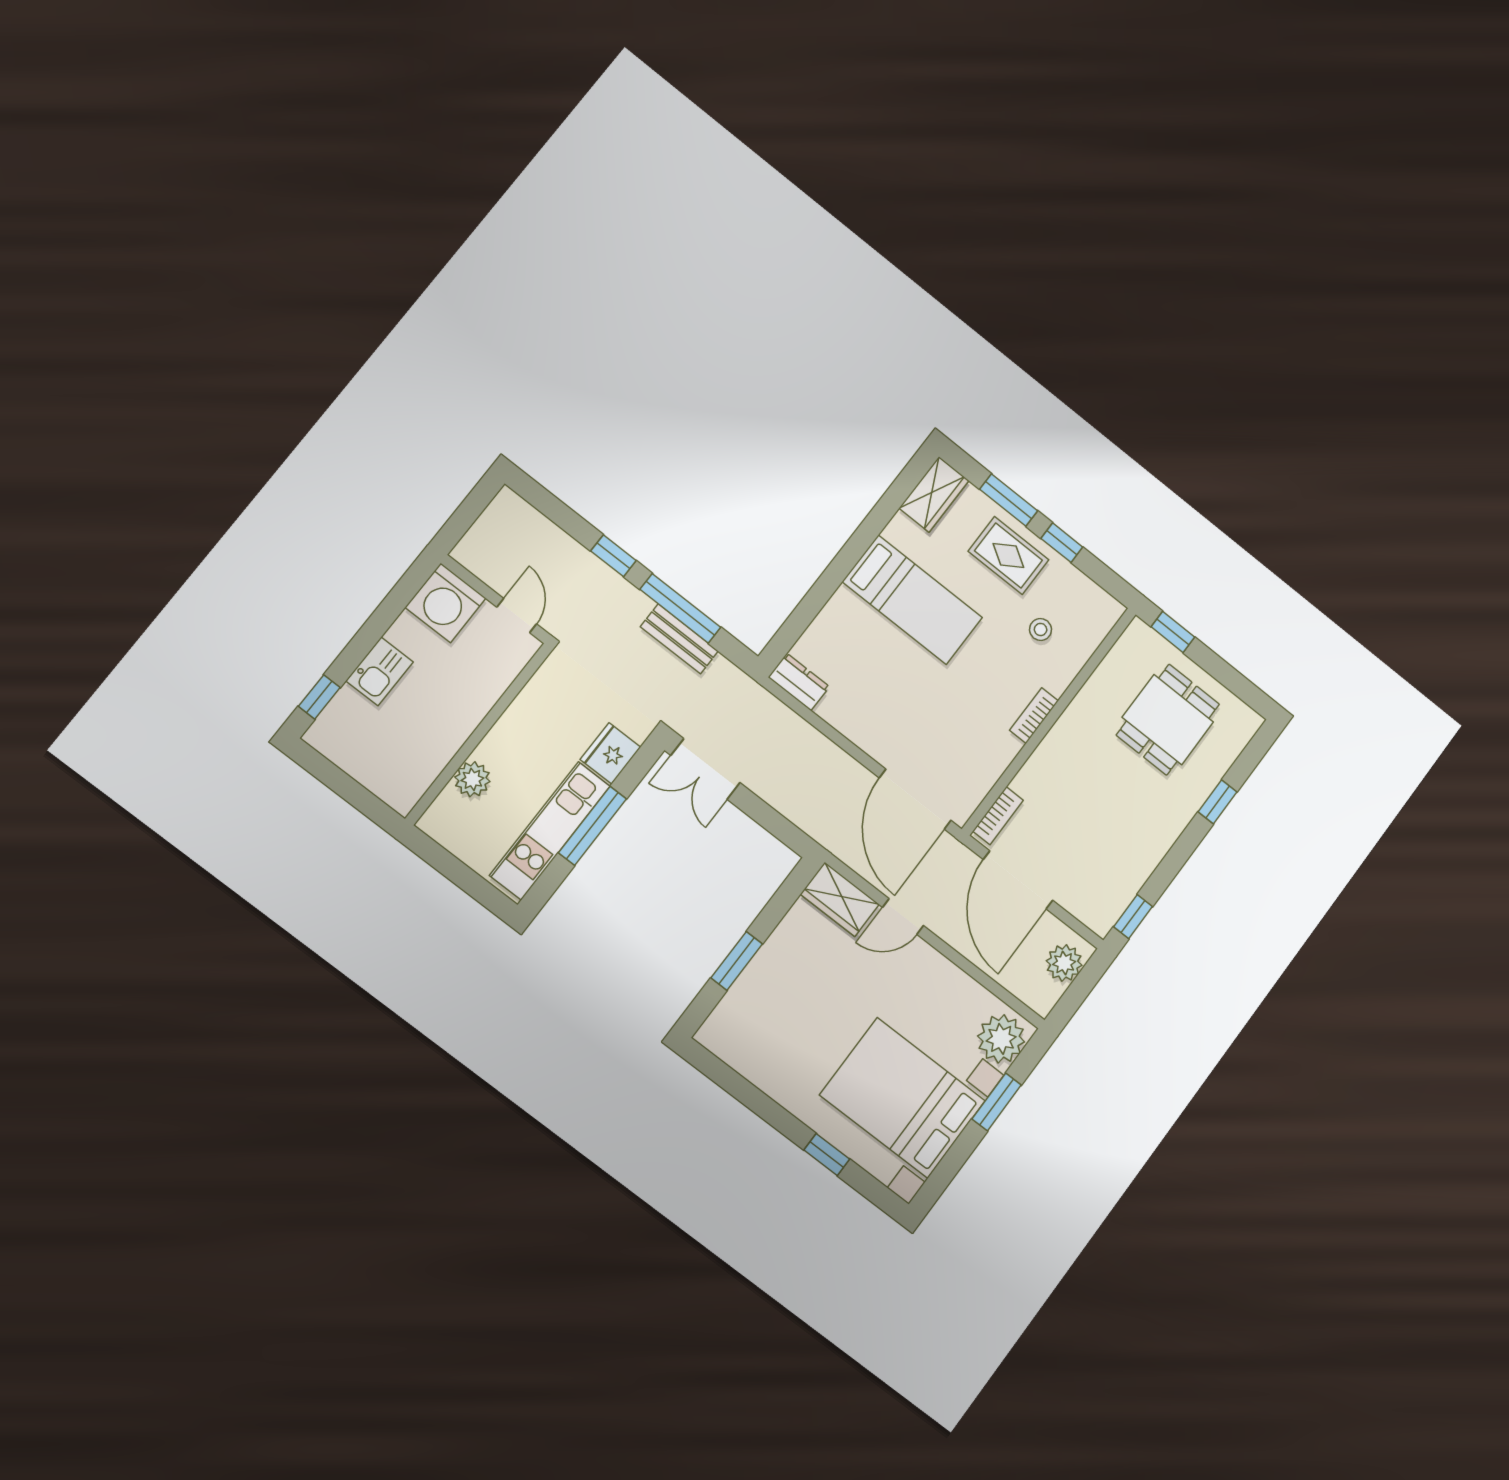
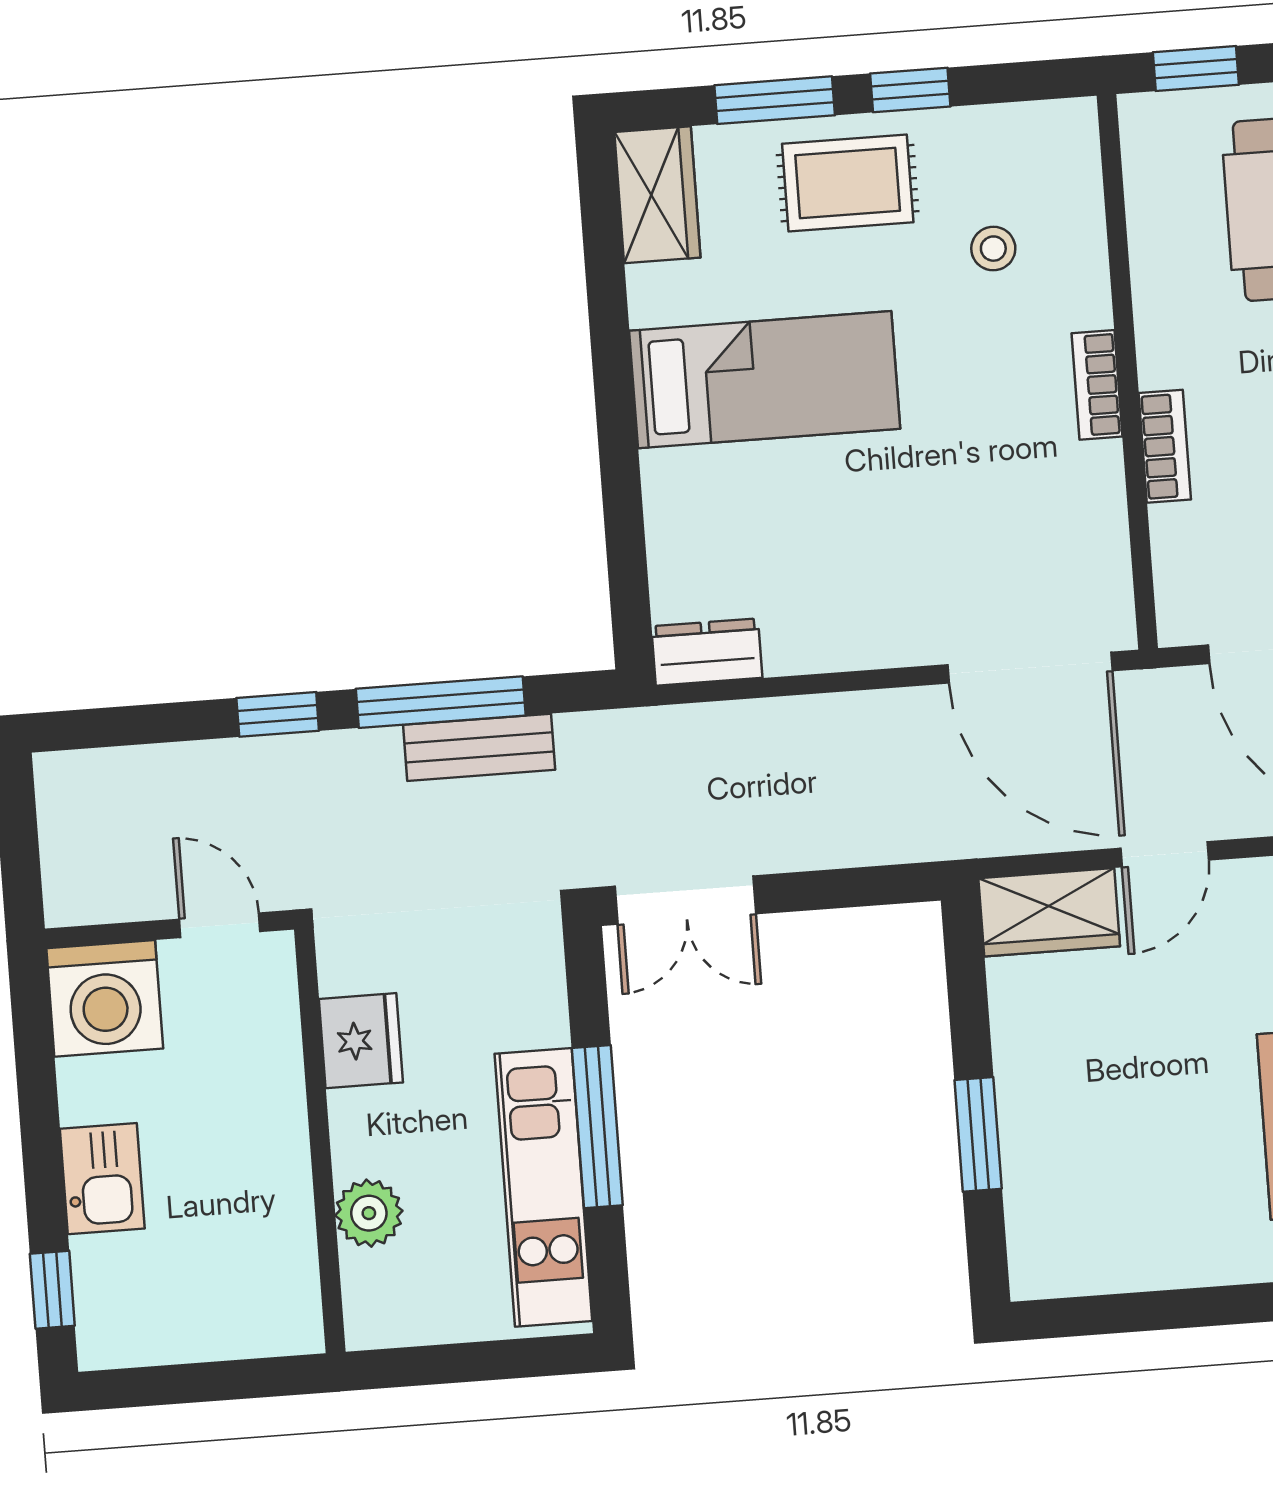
fridge: (610, 753) -> (361, 1041), moved, turned 180
bookcase: (998, 816) -> (1165, 446), moved

